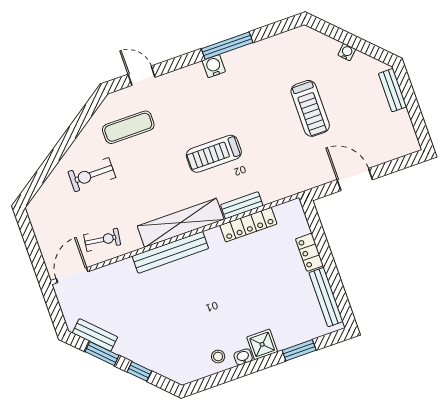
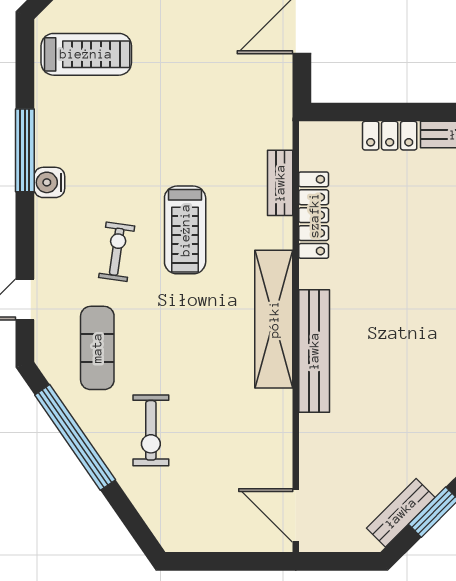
treadmill: (310, 108) -> (86, 54), moved
window: (72, 133) -> (75, 437), added
bench: (242, 205) -> (280, 183), moved
exercise bike: (102, 240) -> (117, 252), moved

